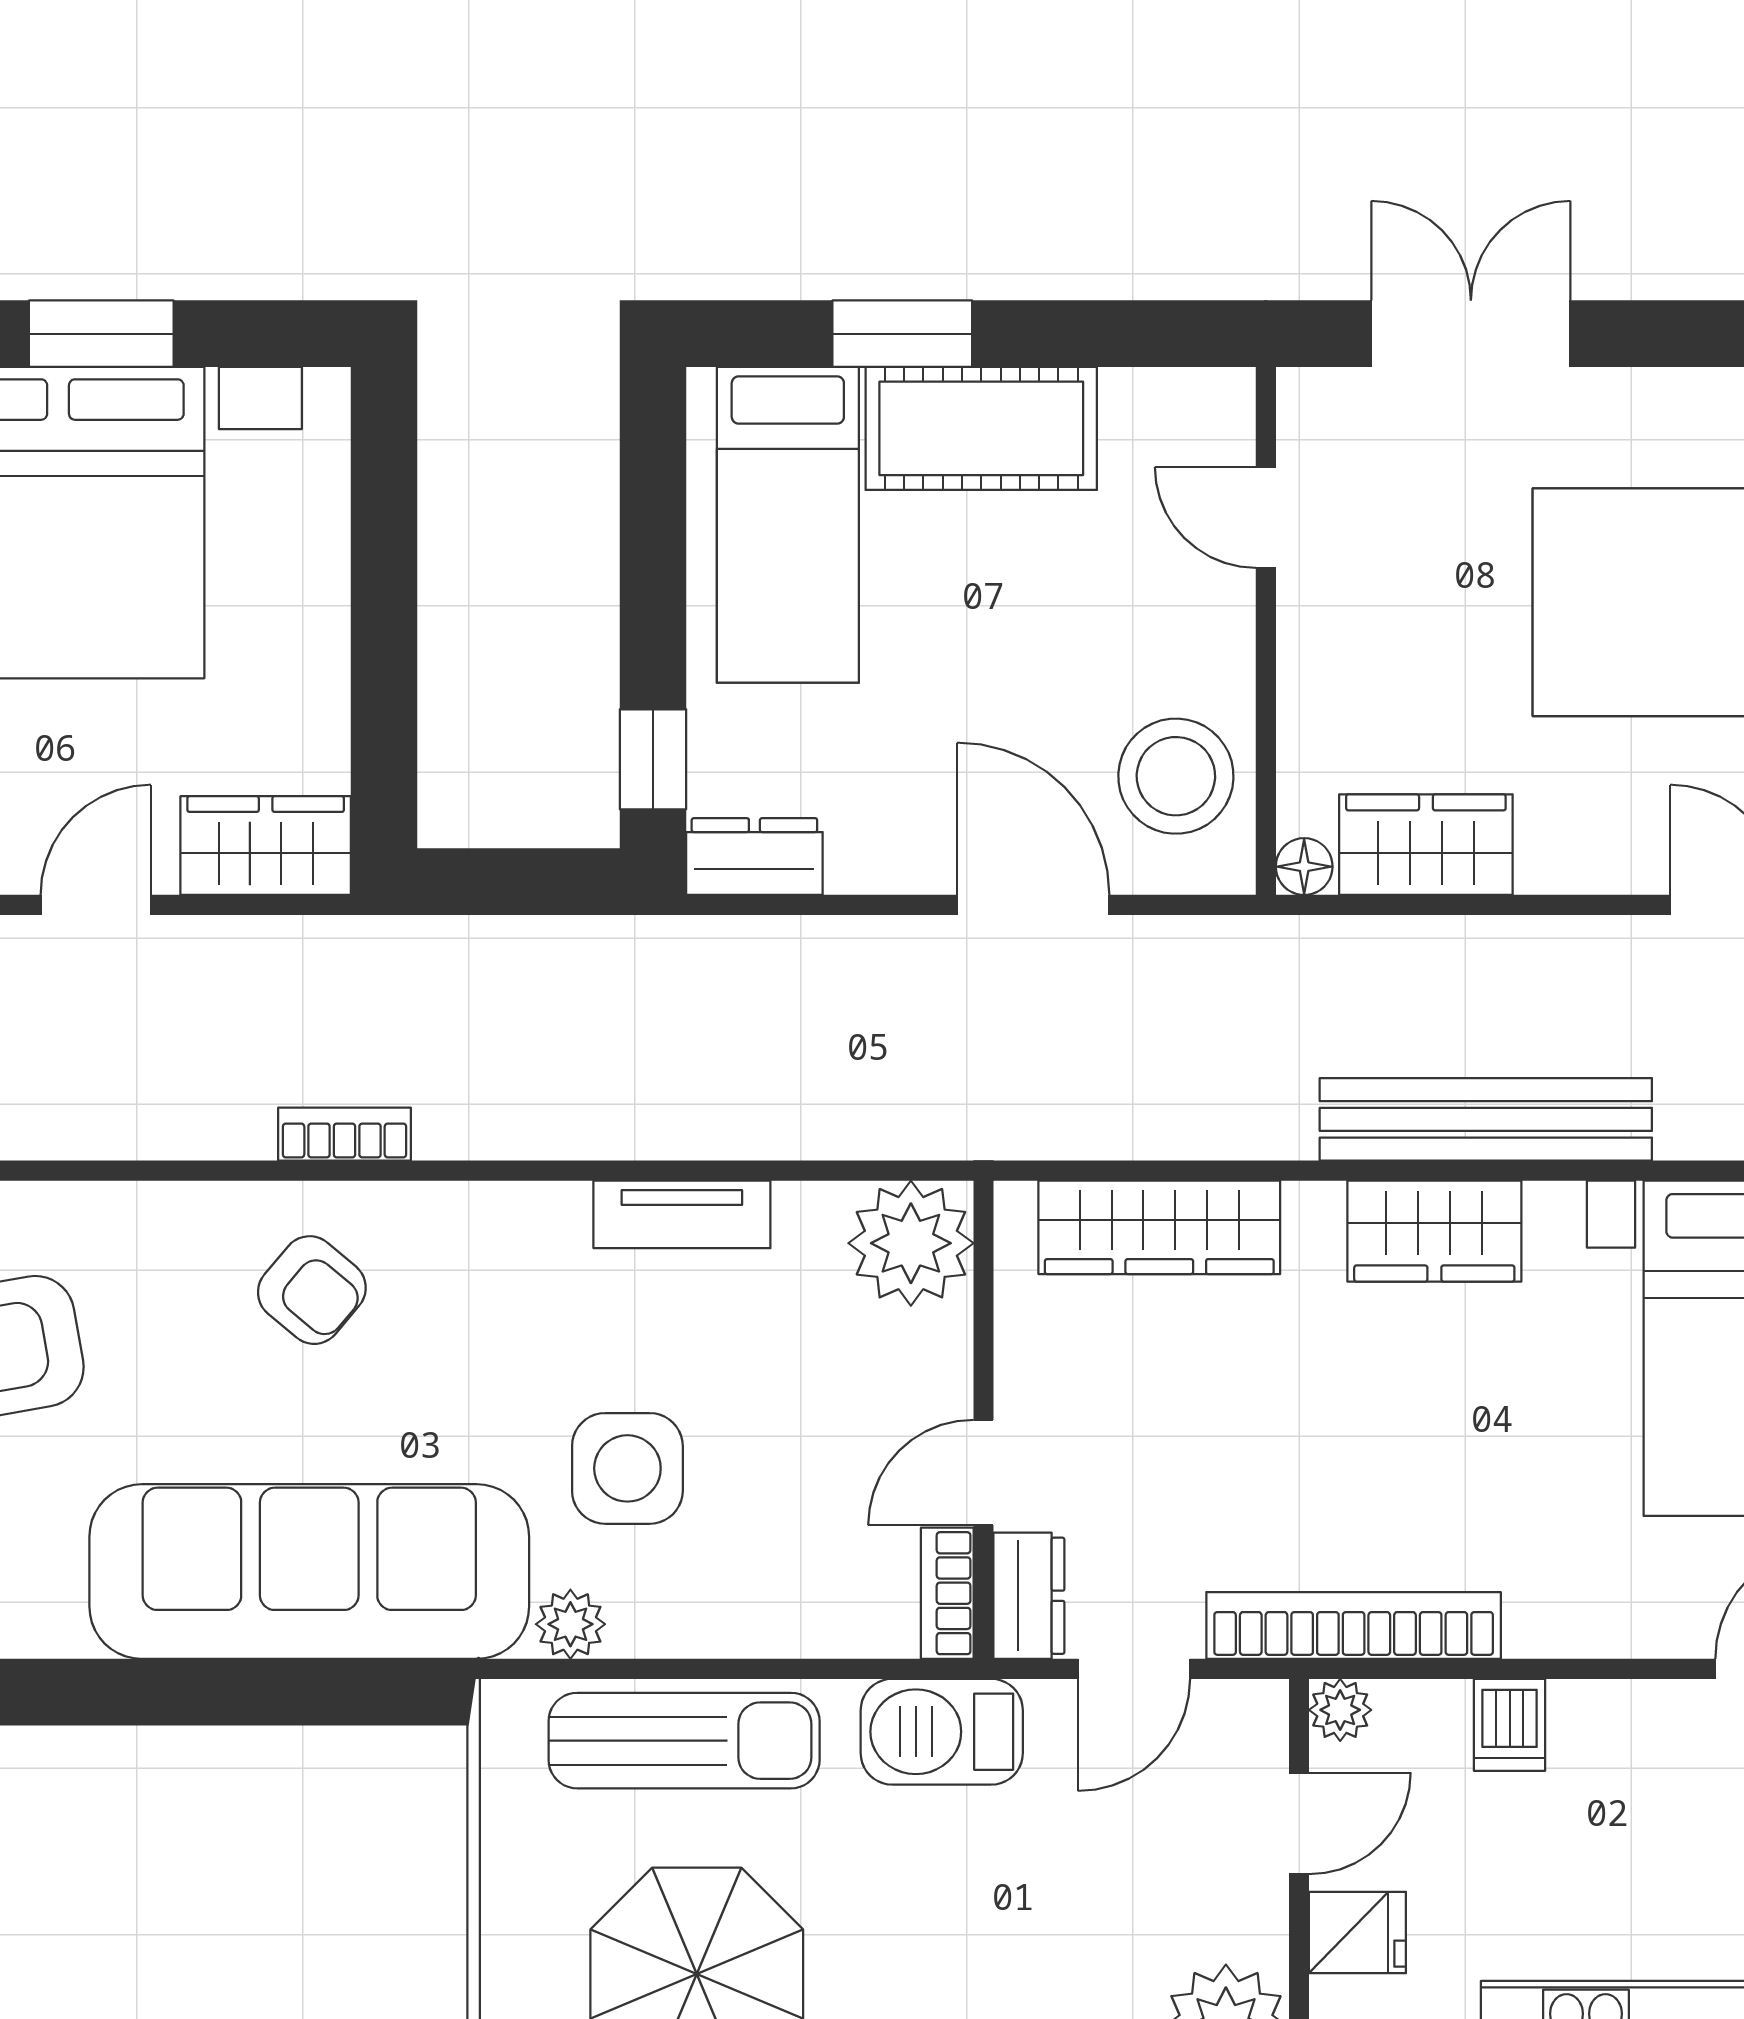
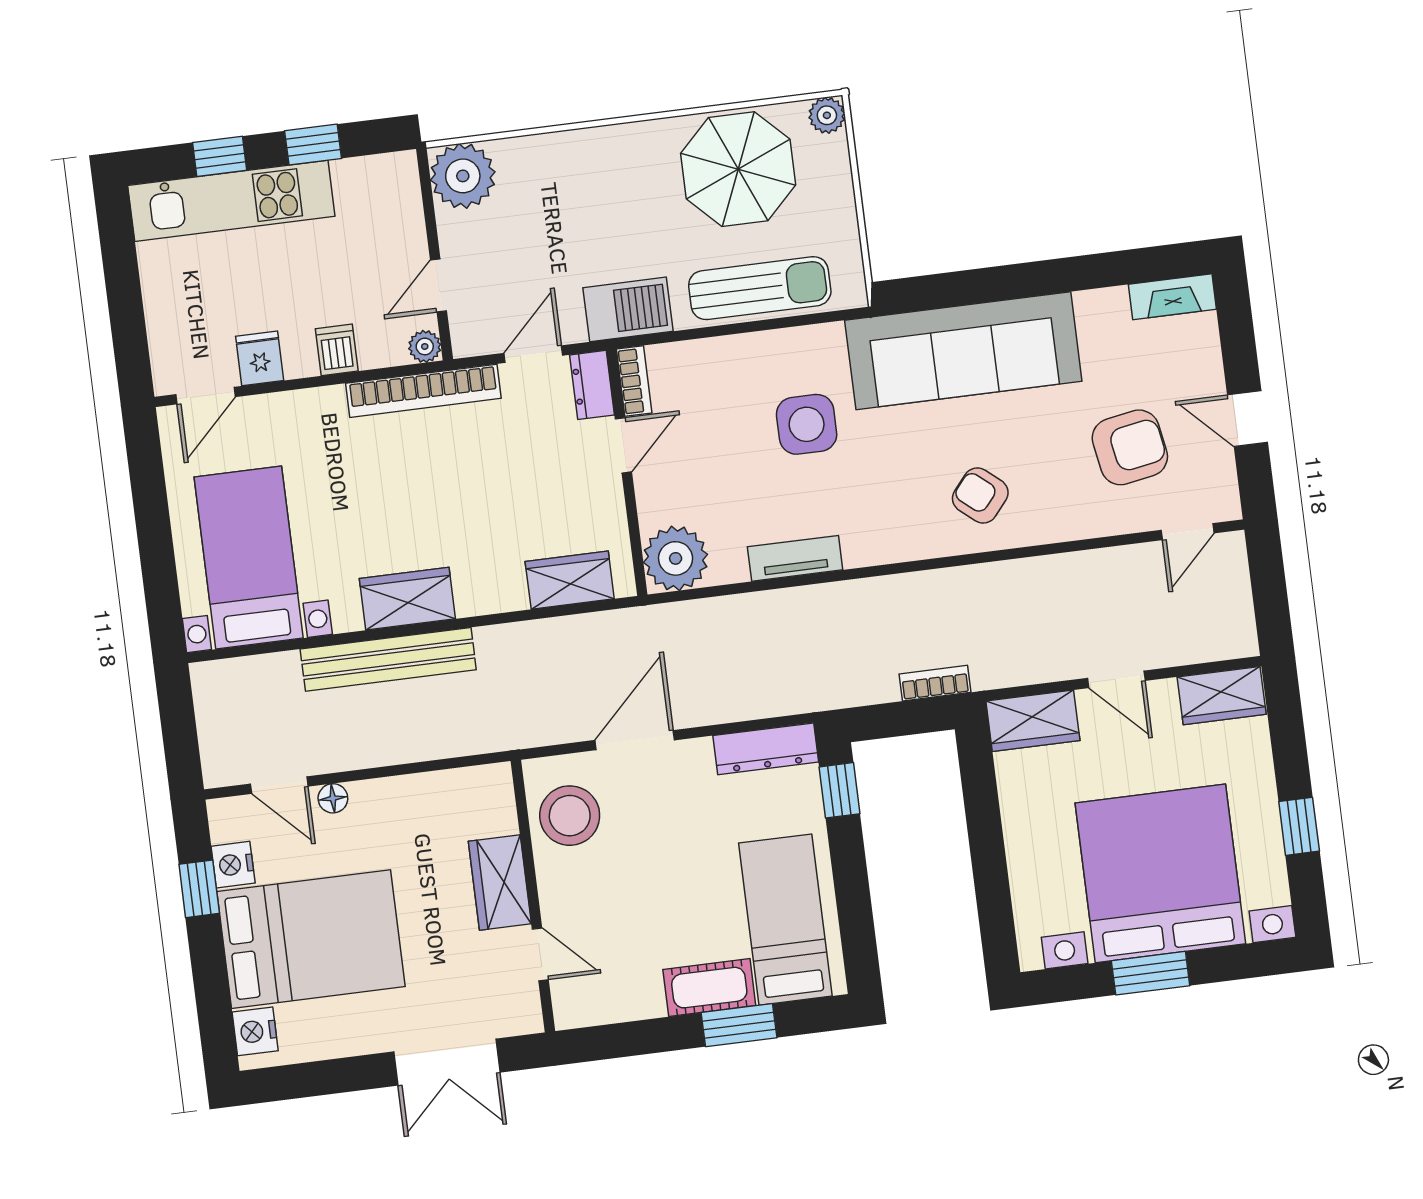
cot: (981, 428) -> (709, 988), width x0.73, depth x0.75
wardrobe: (1426, 845) -> (500, 883), moved, turned 90
dresser: (754, 857) -> (766, 749), width x1.44
floor lamp: (1304, 867) -> (333, 798), moved
door: (96, 905) -> (1116, 679), hinge flipped
door: (1033, 905) -> (635, 740), swing flipped
bookcase: (344, 1134) -> (935, 683), moved, turned 180
wardrobe: (1159, 1227) -> (570, 580), width x0.67
plant: (570, 1624) -> (826, 341), removed
sun lounger: (684, 1741) -> (760, 288), turned 180
fridge: (1357, 1932) -> (260, 358), moved, turned 90

